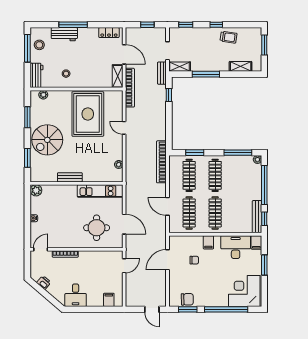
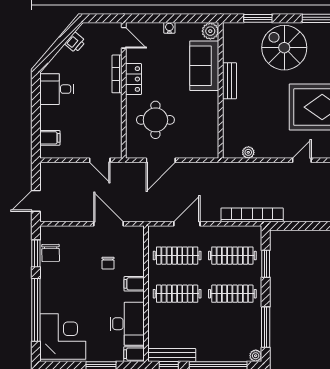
kitchen unit: (100, 191) -> (209, 125), removed
sofa: (60, 194) -> (204, 66), added
locker: (69, 243) -> (133, 79), added

